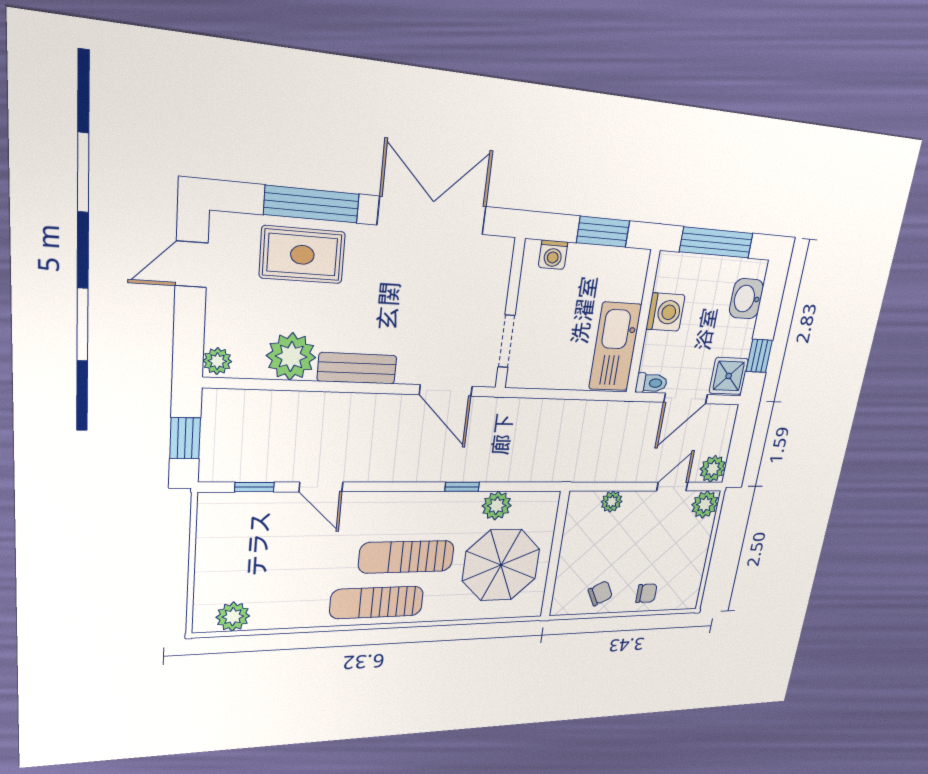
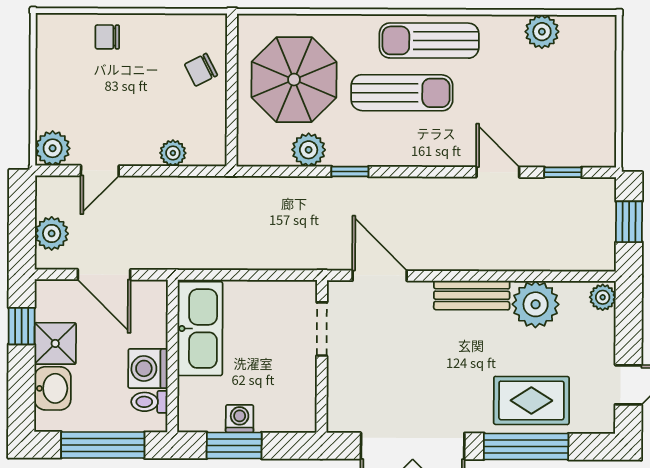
washing machine: (553, 255) -> (240, 419), moved
shower: (729, 376) -> (55, 343), moved
toilet: (651, 383) -> (149, 402), moved
door: (686, 398) -> (104, 275), swing flipped
plant: (713, 469) -> (52, 233), moved
chair: (600, 593) -> (201, 70), moved
sun lounger: (377, 602) -> (429, 41), turned 180
plant: (233, 617) -> (542, 32), moved

